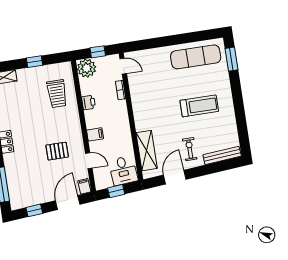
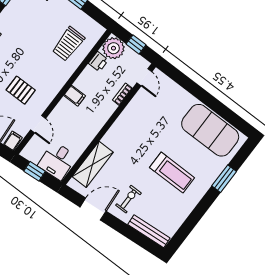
exercise mat: (196, 57) -> (210, 130), width x1.47
window: (231, 59) -> (224, 179), moved
printer: (89, 103) -> (98, 62), moved
filing cabinet: (95, 134) -> (75, 96), moved

